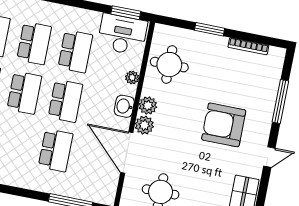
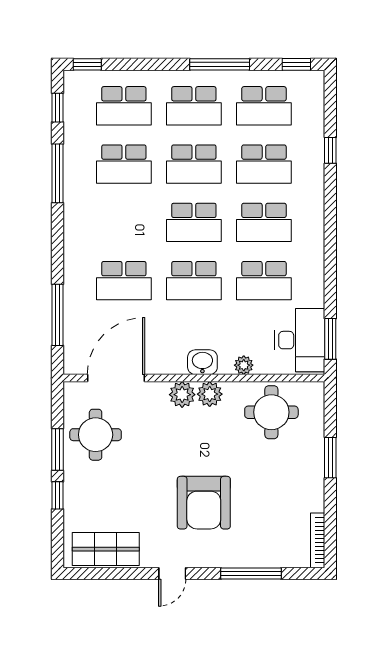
bookcase: (248, 46) -> (318, 540), moved
armchair: (224, 125) -> (204, 503), turned 180
door: (127, 153) -> (116, 378), moved
door: (269, 157) -> (172, 574), hinge flipped

